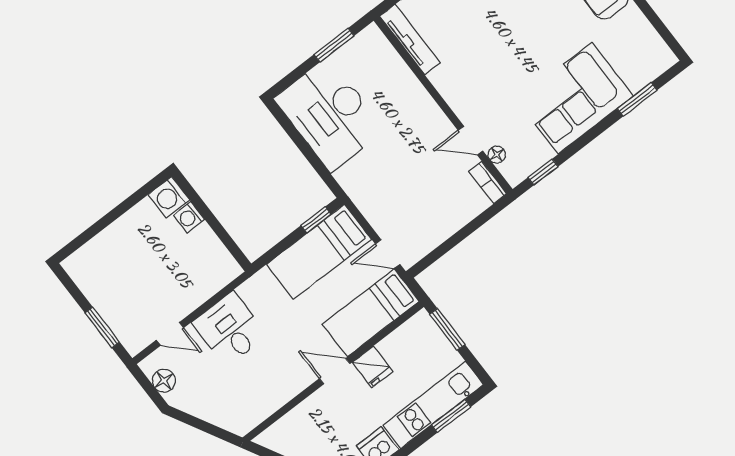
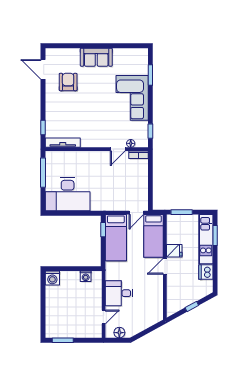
window: (334, 45) -> (43, 173), width x1.44
washing machine: (189, 217) -> (86, 276), moved
window: (102, 327) -> (63, 340), moved

